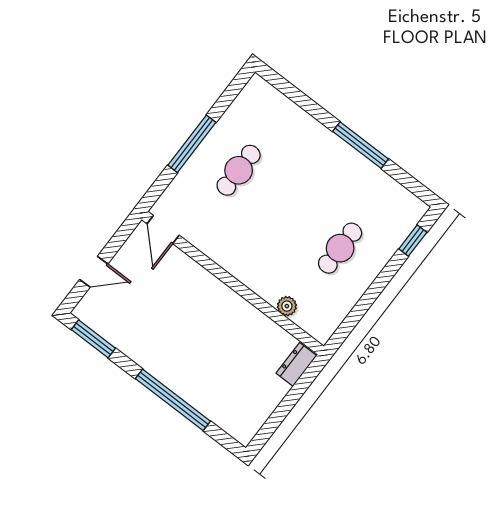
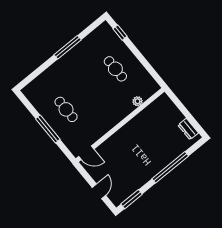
dresser: (296, 364) -> (188, 129), moved

